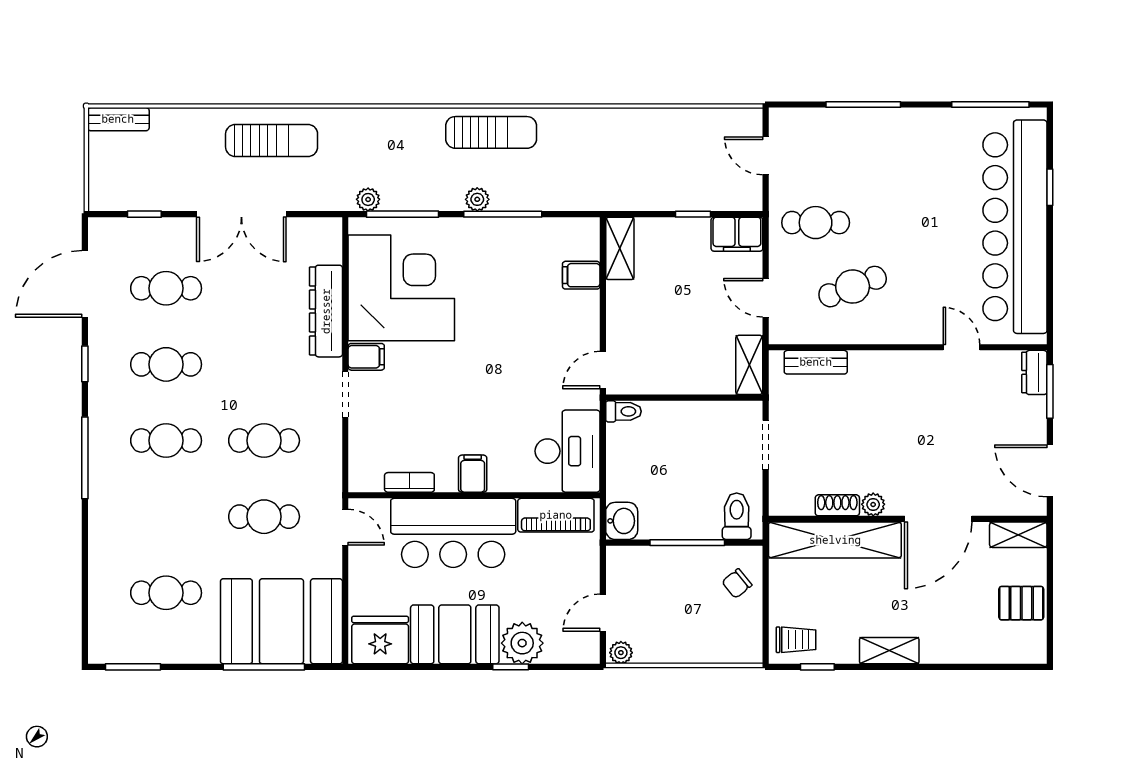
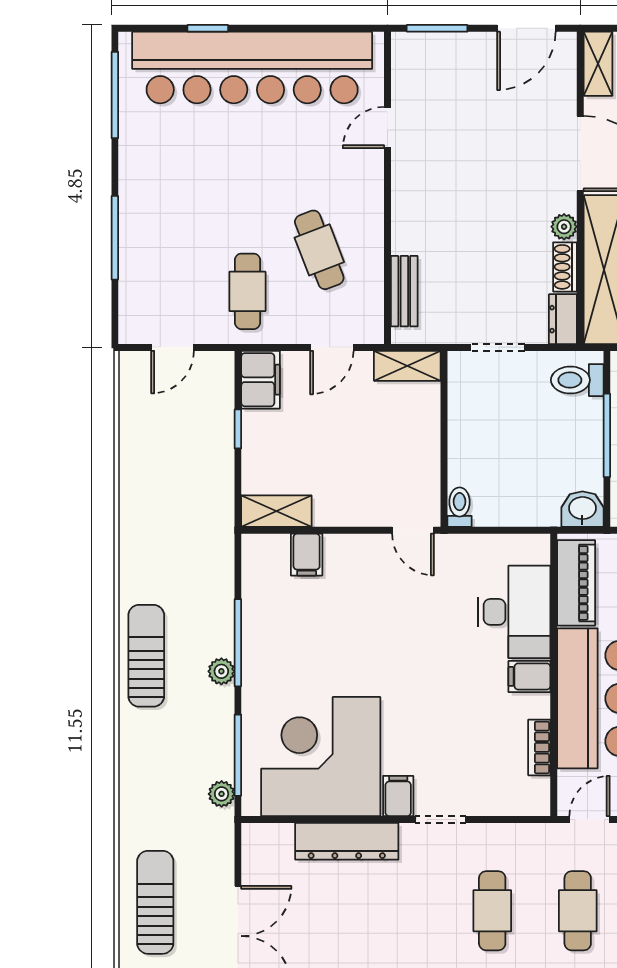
dresser: (1034, 372) -> (563, 319), moved, turned 90
desk: (568, 451) -> (514, 612), moved, turned 90

